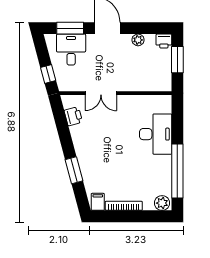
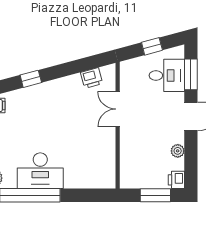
window: (48, 74) -> (152, 46), moved
desk: (156, 134) -> (40, 171), moved
window: (74, 170) -> (31, 79), width x0.67

